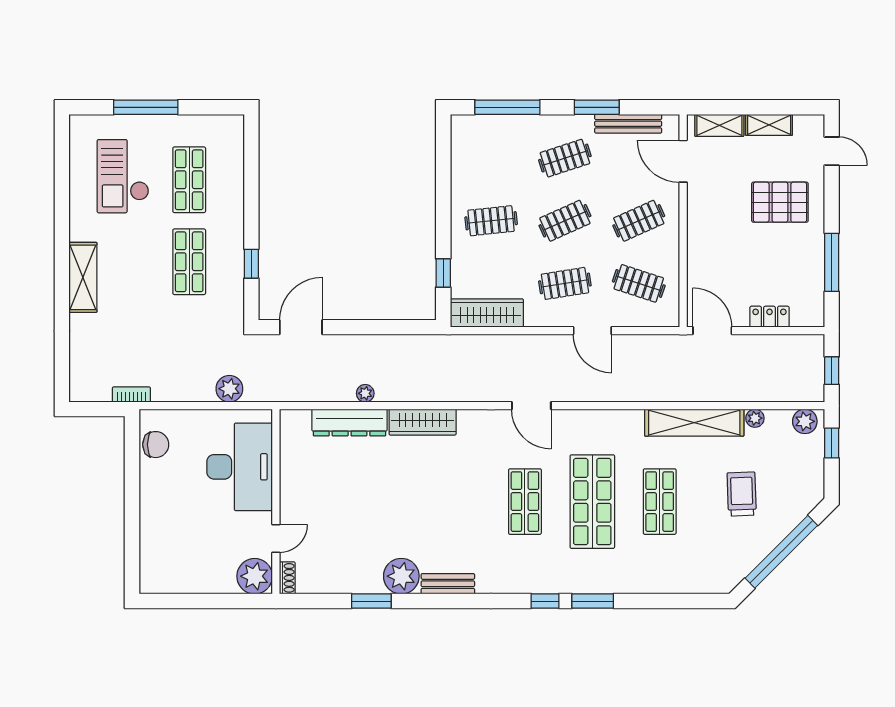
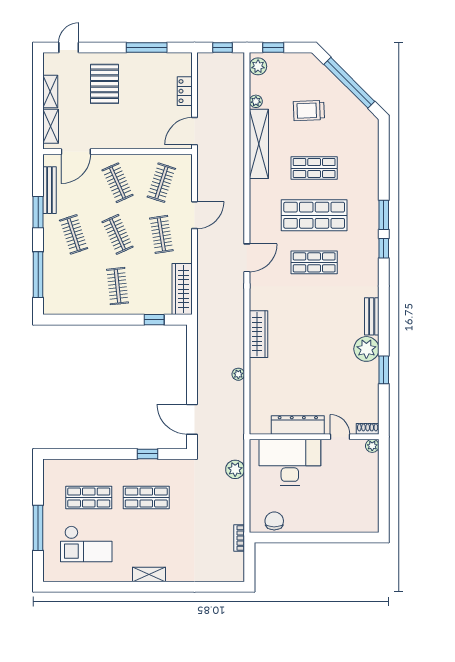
shelving: (83, 277) -> (149, 574), width x0.67, depth x0.75
dresser: (350, 423) -> (298, 425), moved, turned -90
plant: (255, 576) -> (372, 446), width x0.53, depth x0.53

